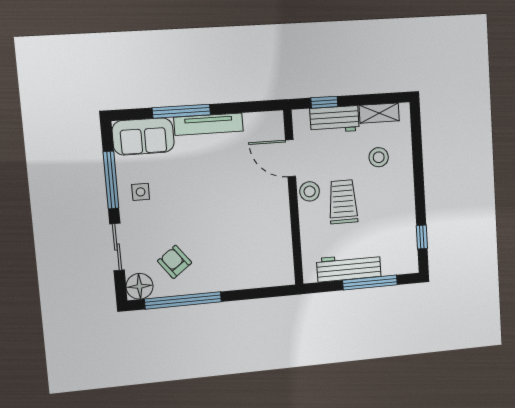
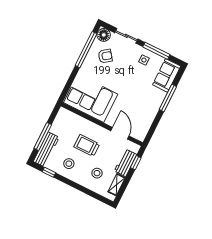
tv unit: (209, 124) -> (156, 106), removed
door: (291, 158) -> (120, 133), hinge flipped
stool: (310, 191) -> (69, 164), moved
trolley: (343, 202) -> (87, 145), turned 180
corner sofa: (261, 243) -> (91, 98), added
workbench: (349, 268) -> (46, 149), moved

